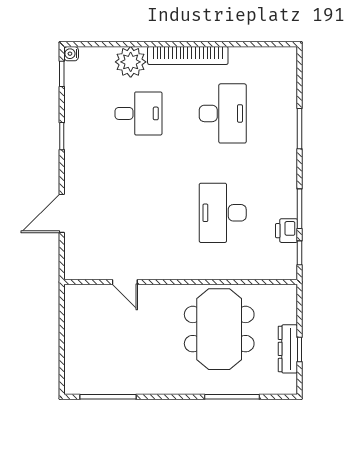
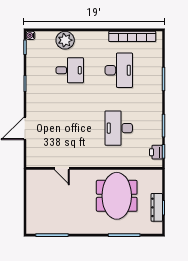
bookcase: (188, 55) -> (132, 36), moved
printer: (286, 231) -> (156, 152), moved

